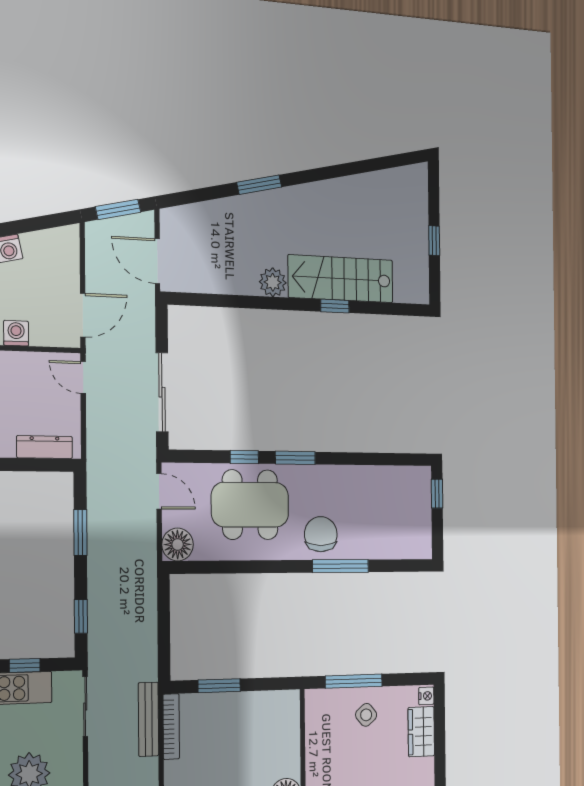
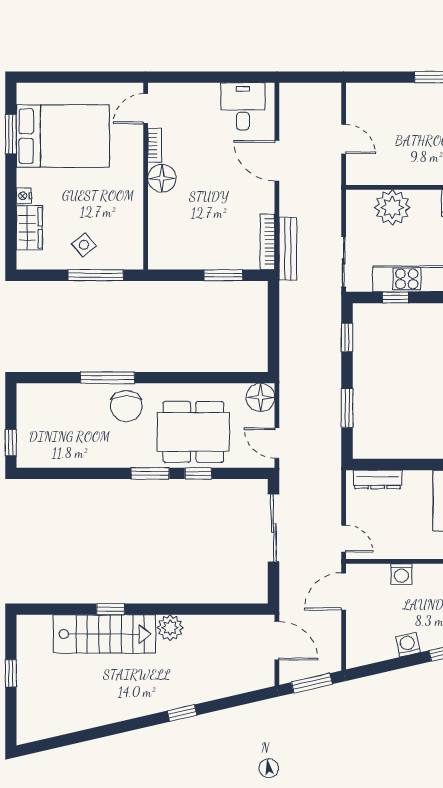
window: (259, 185) -> (182, 713), width x0.67
nightstand: (426, 696) -> (24, 196), moved

